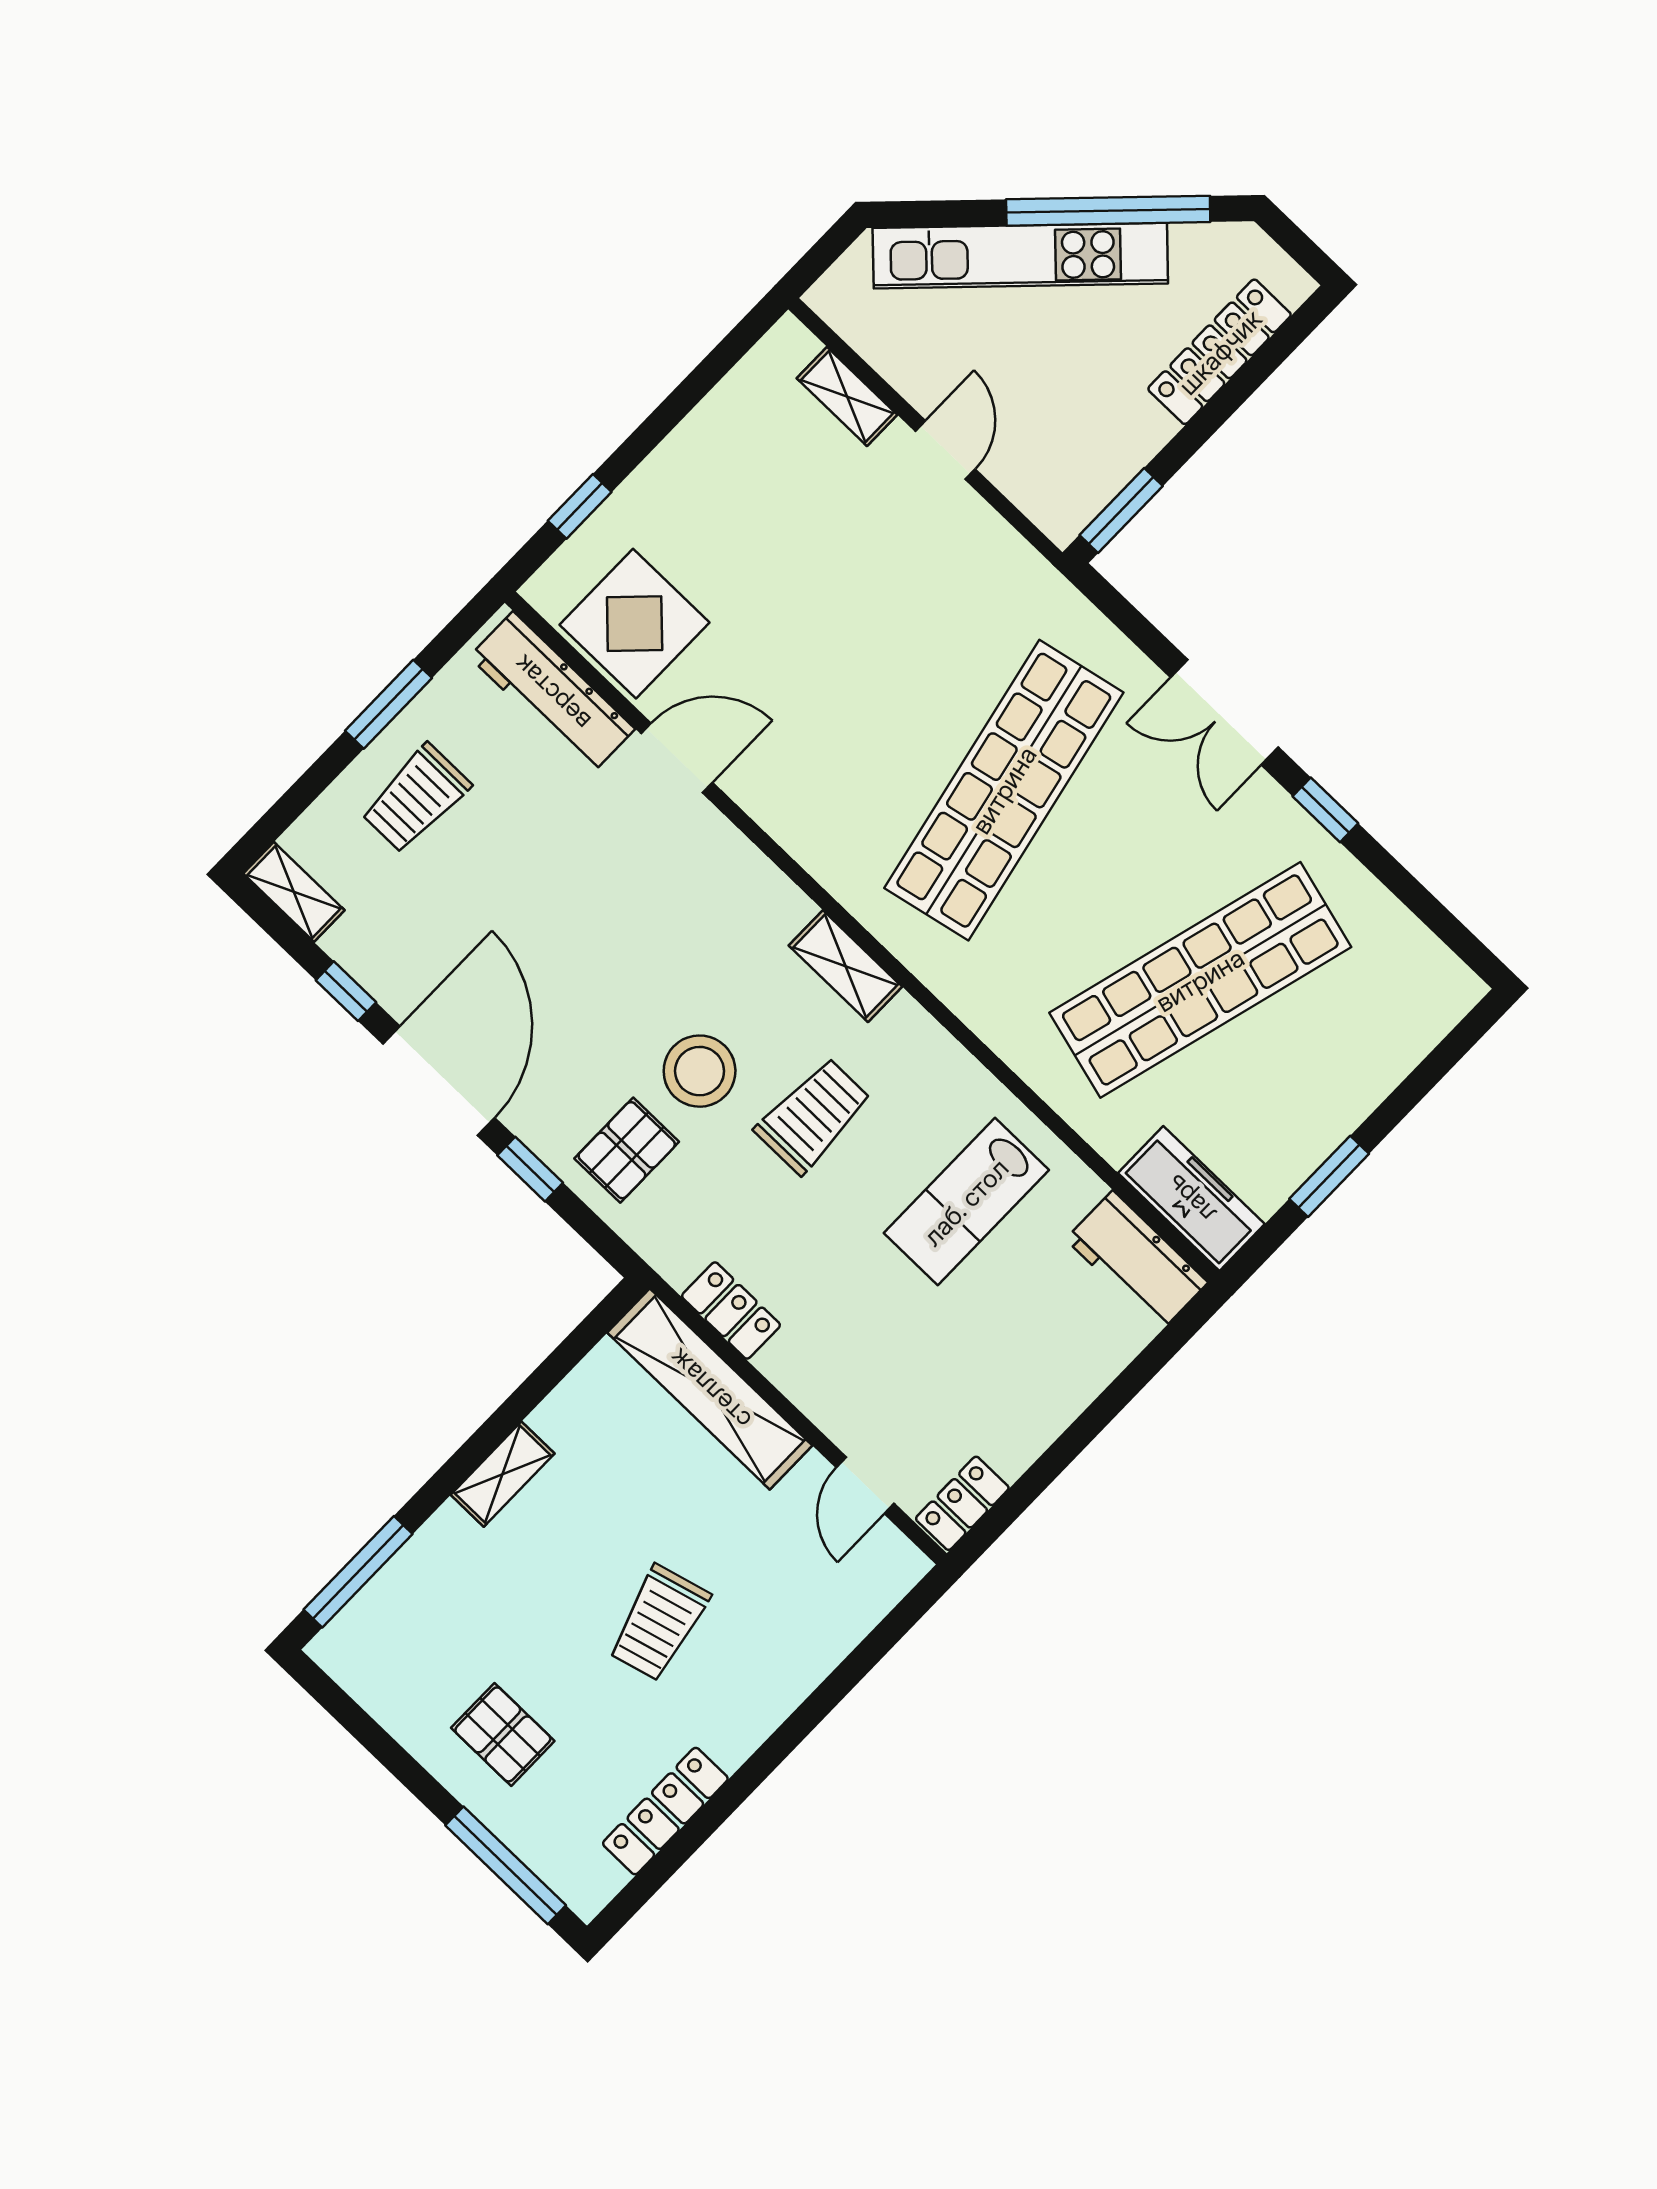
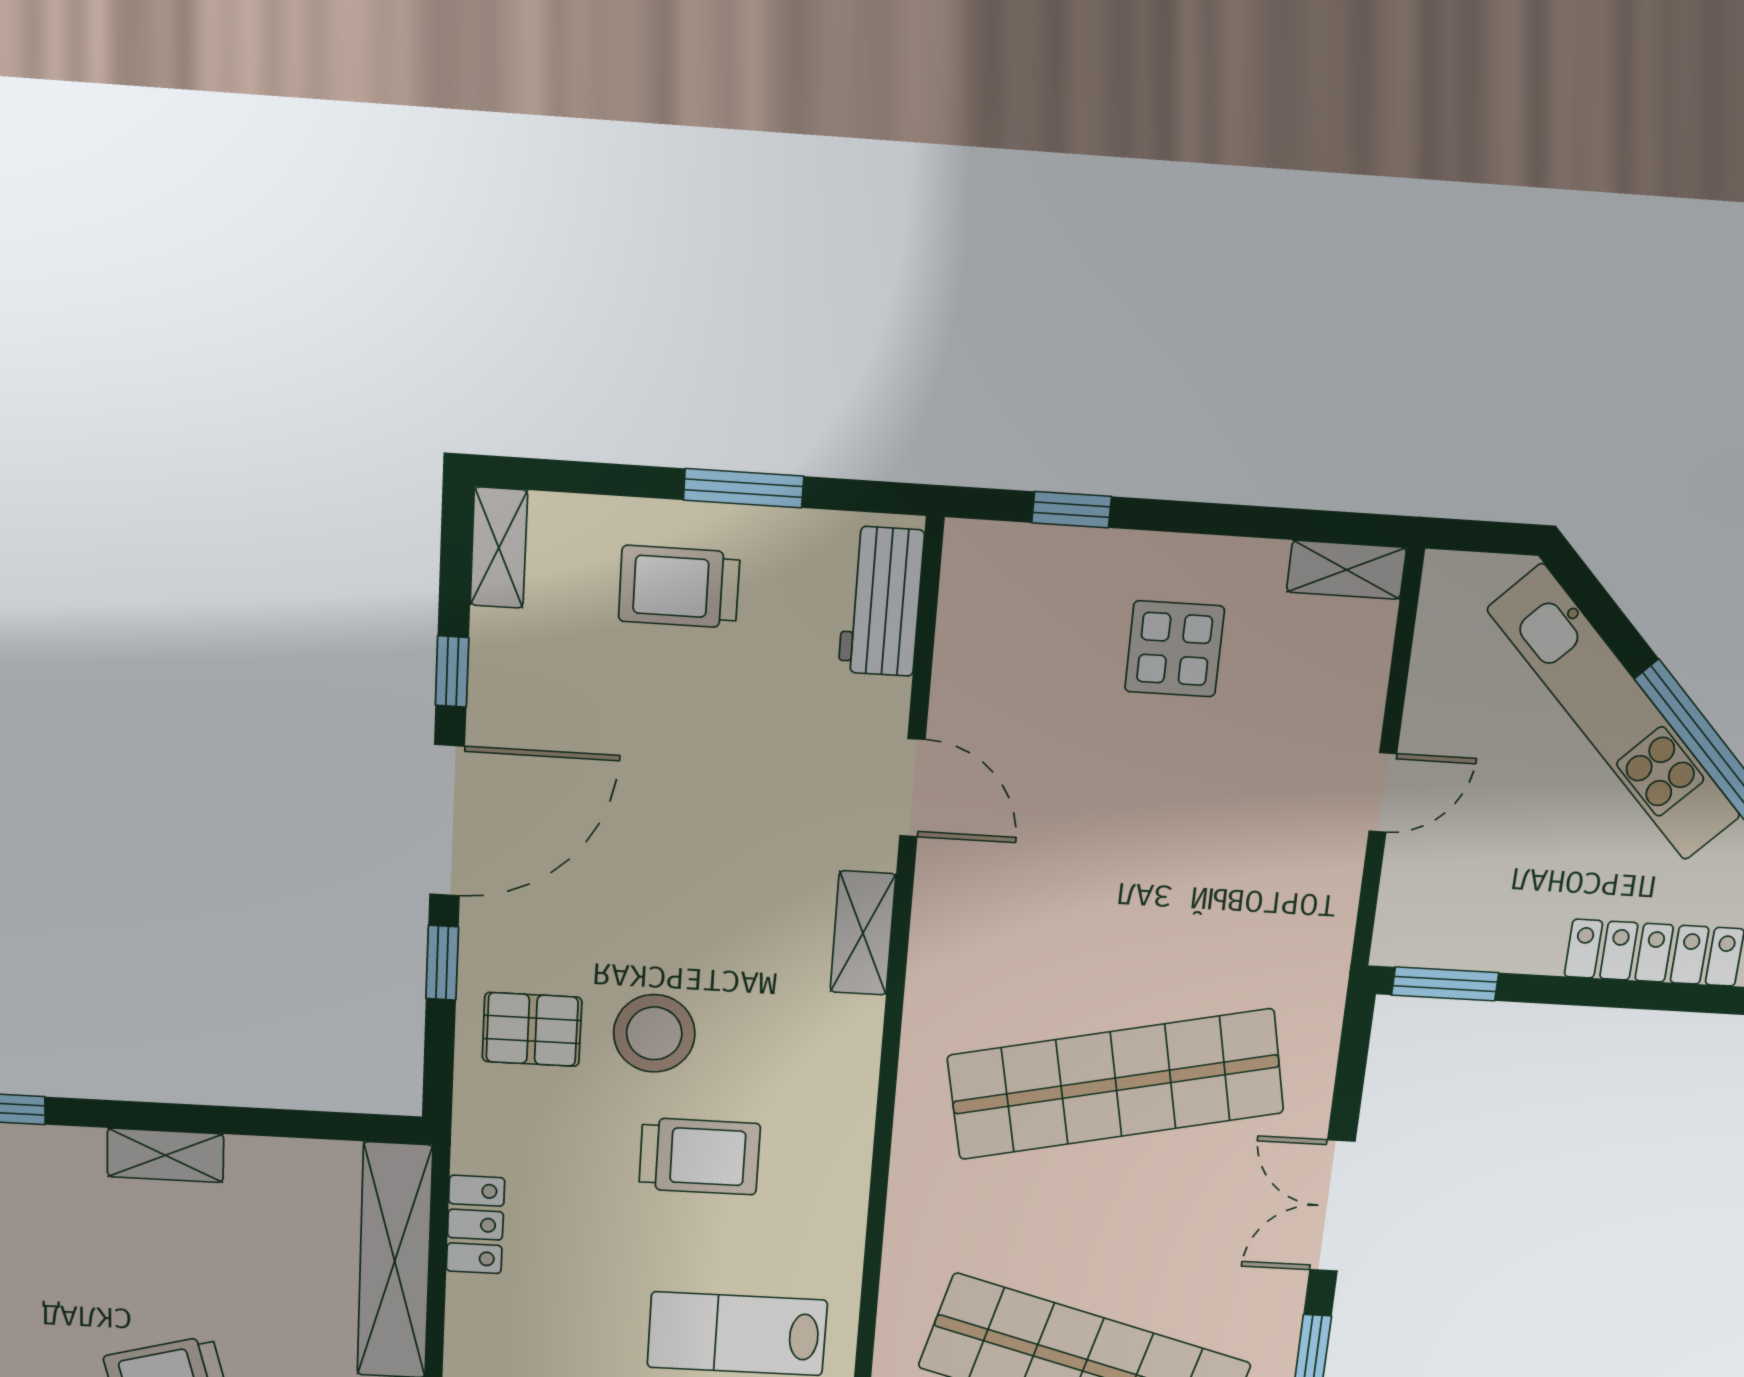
shelving: (847, 397) -> (1346, 570), moved, turned 90
display table: (635, 624) -> (1175, 649), moved, width x0.73, depth x0.73
workbench: (552, 693) -> (881, 601), width x0.73
shelving: (845, 966) -> (863, 933), moved

